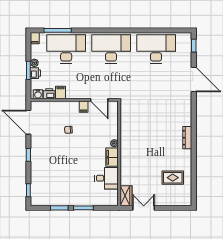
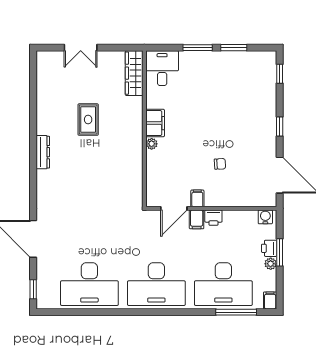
filing cabinet: (61, 93) -> (197, 219), moved
printer: (49, 94) -> (213, 218), moved
door: (99, 100) -> (174, 208), swing flipped
desk: (106, 178) -> (162, 68), moved, turned 90
rug: (173, 178) -> (88, 120), moved, turned 90
wardrobe: (126, 196) -> (134, 73), width x1.50
double door: (144, 208) -> (81, 48), moved

